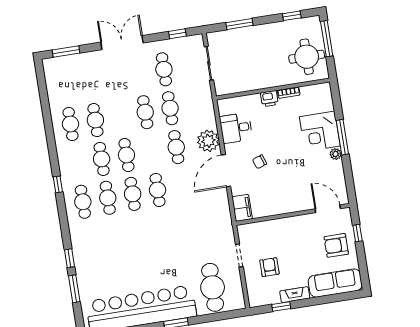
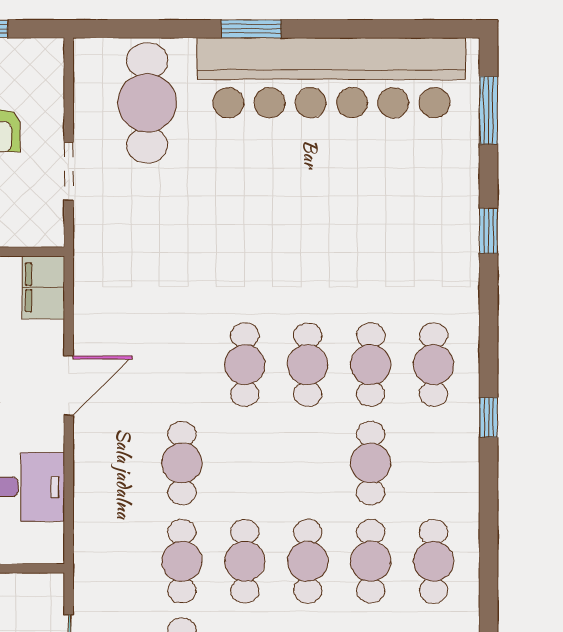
plant: (208, 141) -> (100, 466), removed
cafe table: (126, 155) -> (308, 561), moved
door: (226, 171) -> (69, 386), width x0.73
window: (74, 289) -> (489, 110), moved

